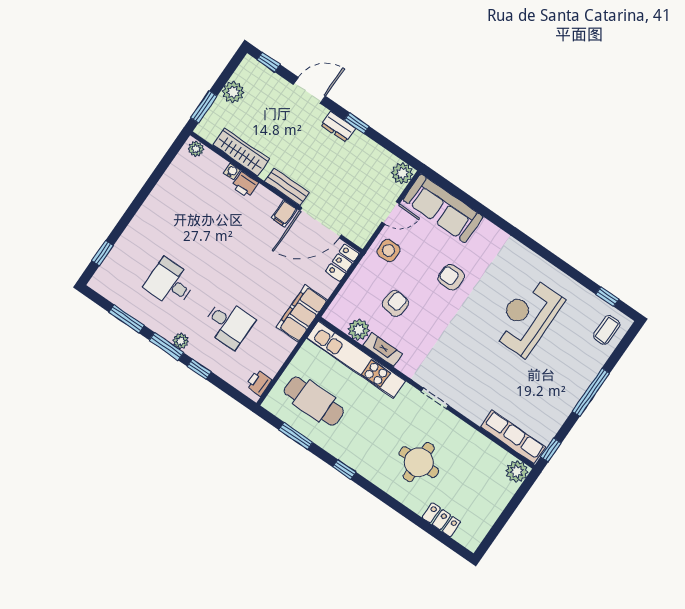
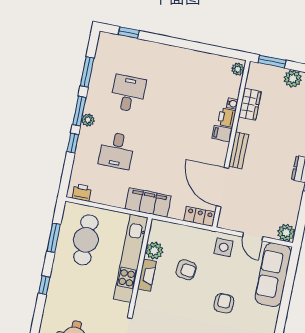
wardrobe: (241, 152) -> (250, 104), width x0.67
filing cabinet: (284, 214) -> (222, 134), moved

